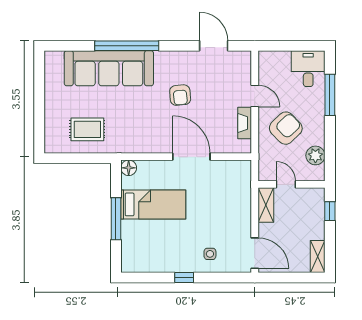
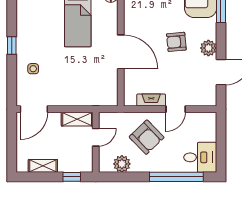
plant: (187, 60) -> (208, 48), added
window: (330, 95) -> (176, 177), width x1.46
door: (191, 157) -> (121, 52), hinge flipped
shelving: (318, 257) -> (43, 166), moved

